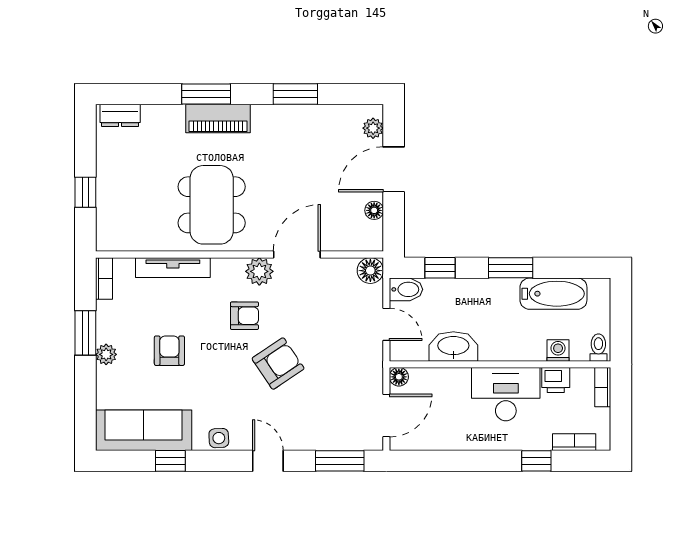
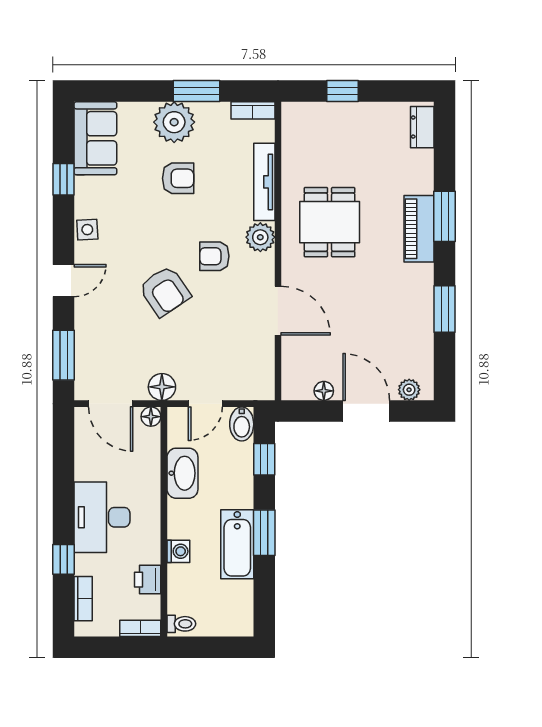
dining table: (212, 205) -> (330, 222), width x0.73
plant: (259, 271) -> (260, 237), moved
floor lamp: (370, 271) -> (162, 387), moved
bathtub: (553, 294) -> (237, 544), moved
armchair: (244, 316) -> (214, 256), turned 90
washing machine: (558, 350) -> (178, 551), moved
plant: (106, 354) -> (174, 122), width x1.88, depth x1.88
desk: (506, 394) -> (102, 517), moved, turned 180
sofa: (144, 430) -> (95, 138), width x0.73

